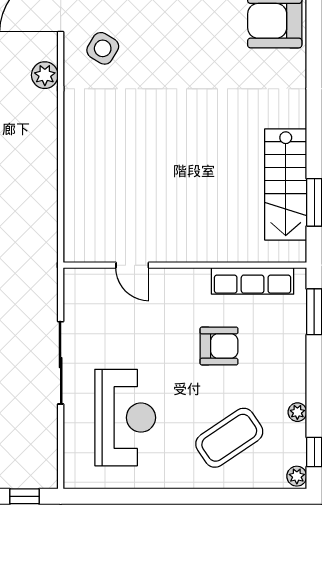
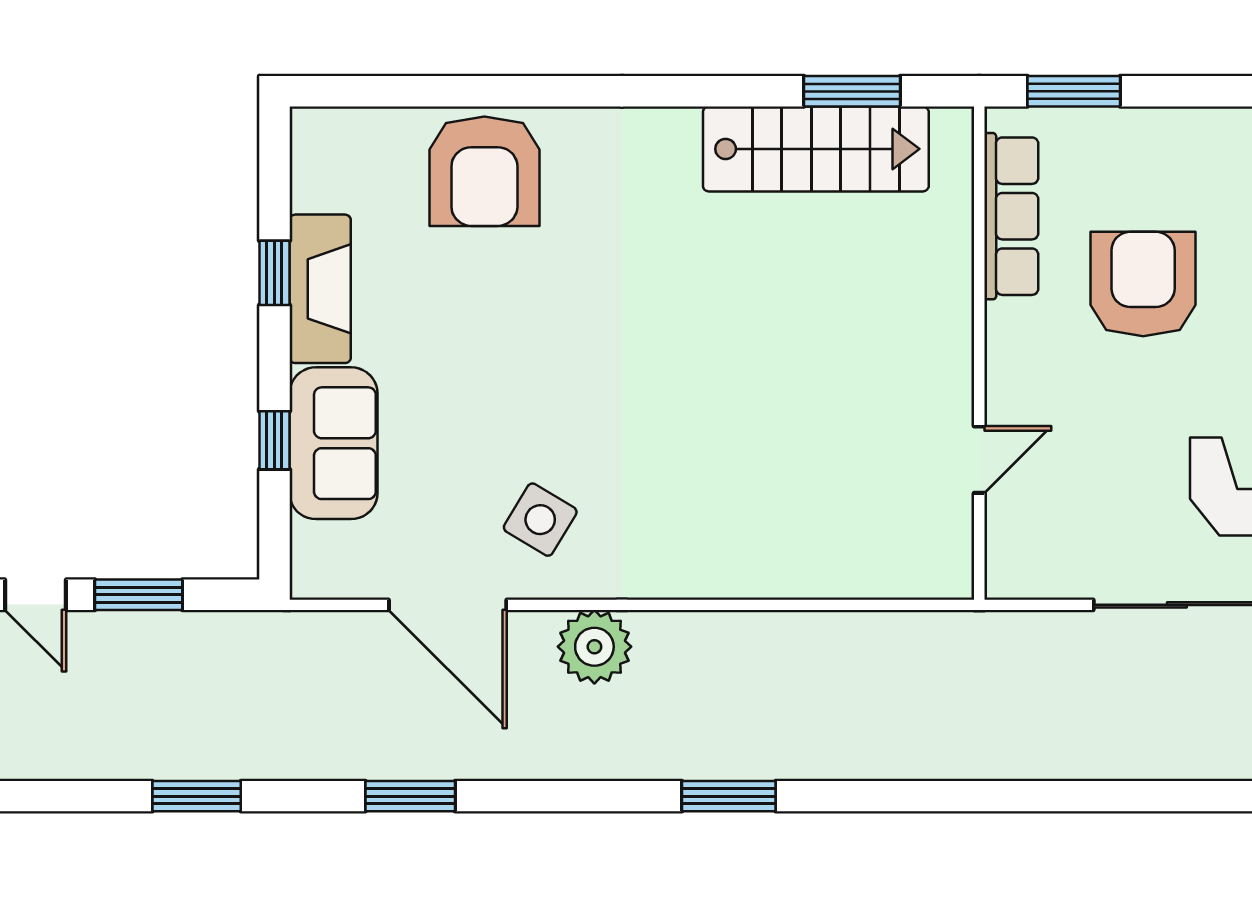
plant: (45, 75) -> (594, 647), width x1.36, depth x1.36
armchair: (219, 346) -> (1143, 284), width x1.36, depth x1.36

